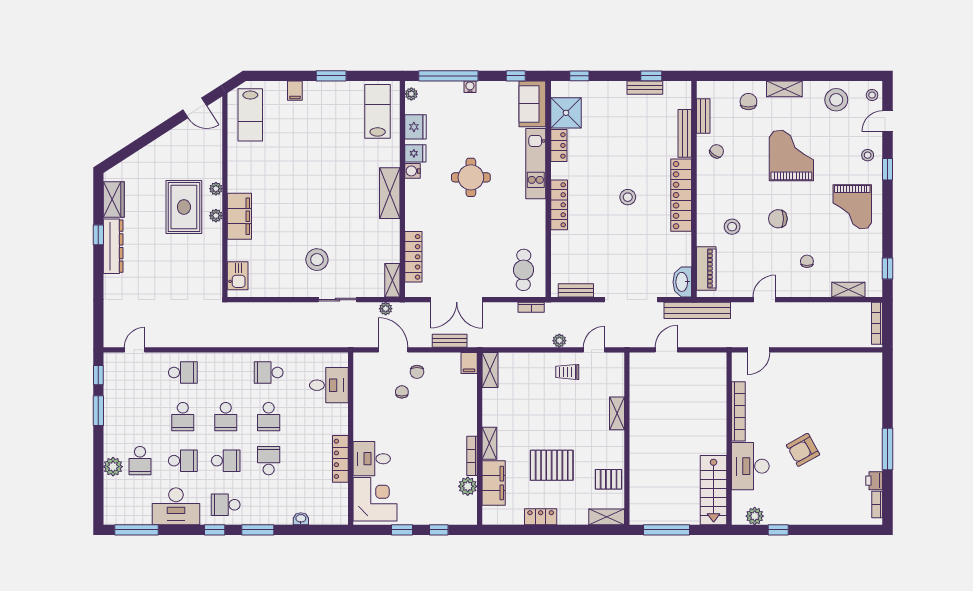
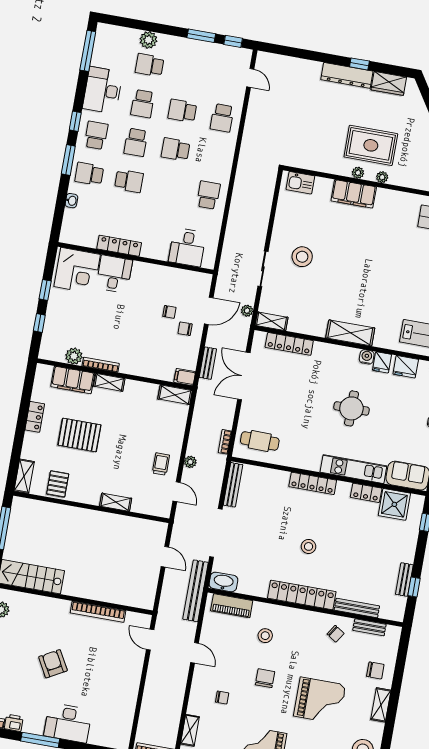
bench: (576, 290) -> (233, 485), width x1.36
school desk: (269, 417) -> (89, 174), moved
pallet: (552, 465) -> (79, 435), turned 90
desk: (750, 466) -> (68, 723), moved, turned 180

